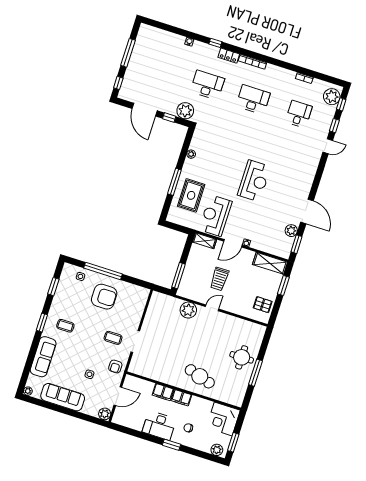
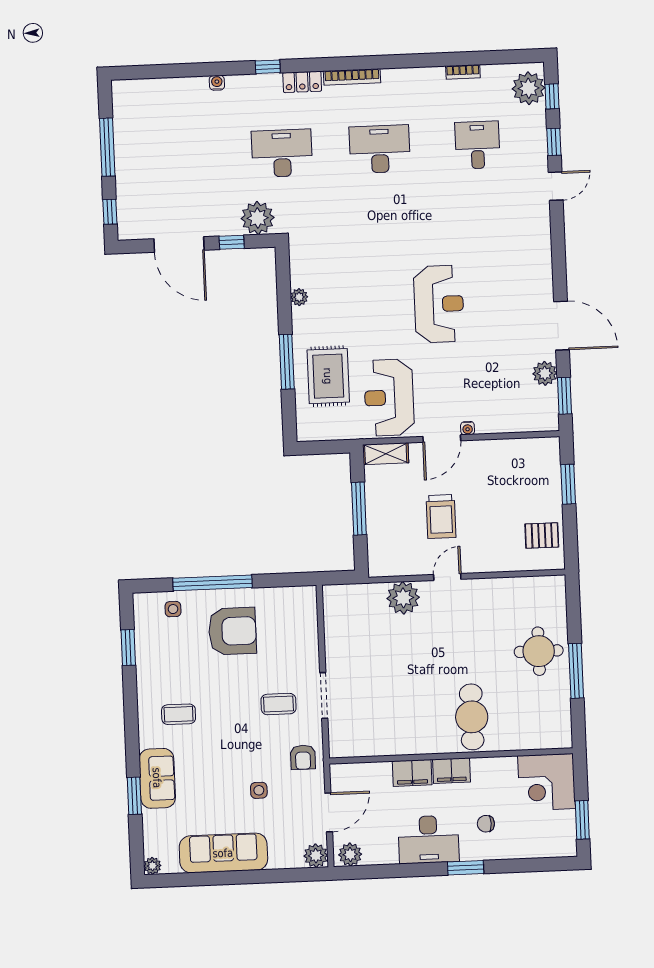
shelving: (270, 263) -> (527, 451), removed
window: (178, 276) -> (359, 509), moved
window: (42, 323) -> (134, 796), moved
sofa: (43, 357) -> (157, 778), width x0.73
cafe table: (200, 376) -> (472, 717), turned 73
plant: (217, 450) -> (350, 854), moved

